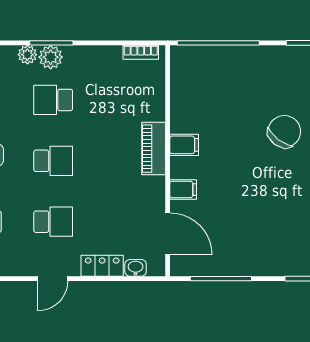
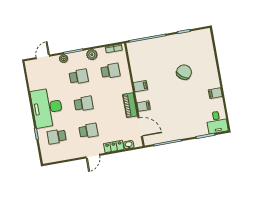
plant: (51, 57) -> (92, 55), moved
school desk: (53, 100) -> (79, 77), turned 180
school desk: (125, 100) -> (110, 71), added
piano: (154, 149) -> (130, 105), moved

